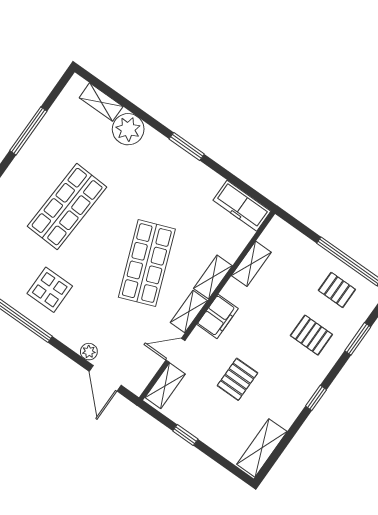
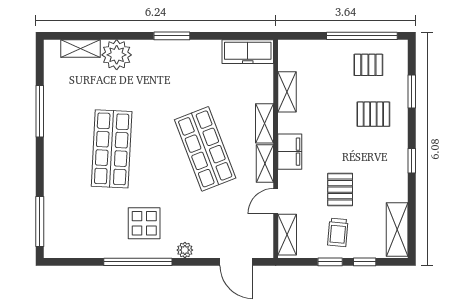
plant: (89, 352) -> (185, 250), moved
trolley: (210, 414) -> (338, 232), added
window: (215, 456) -> (365, 262), added

